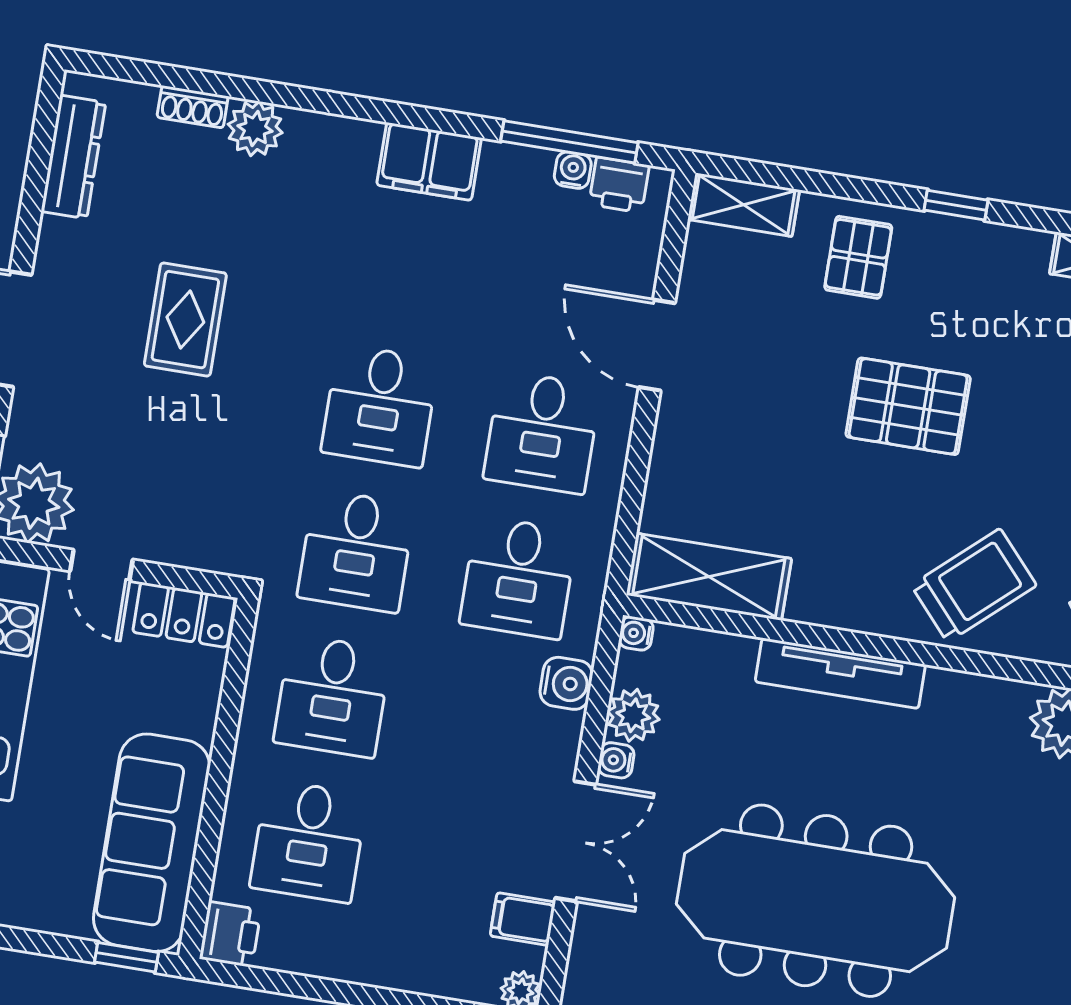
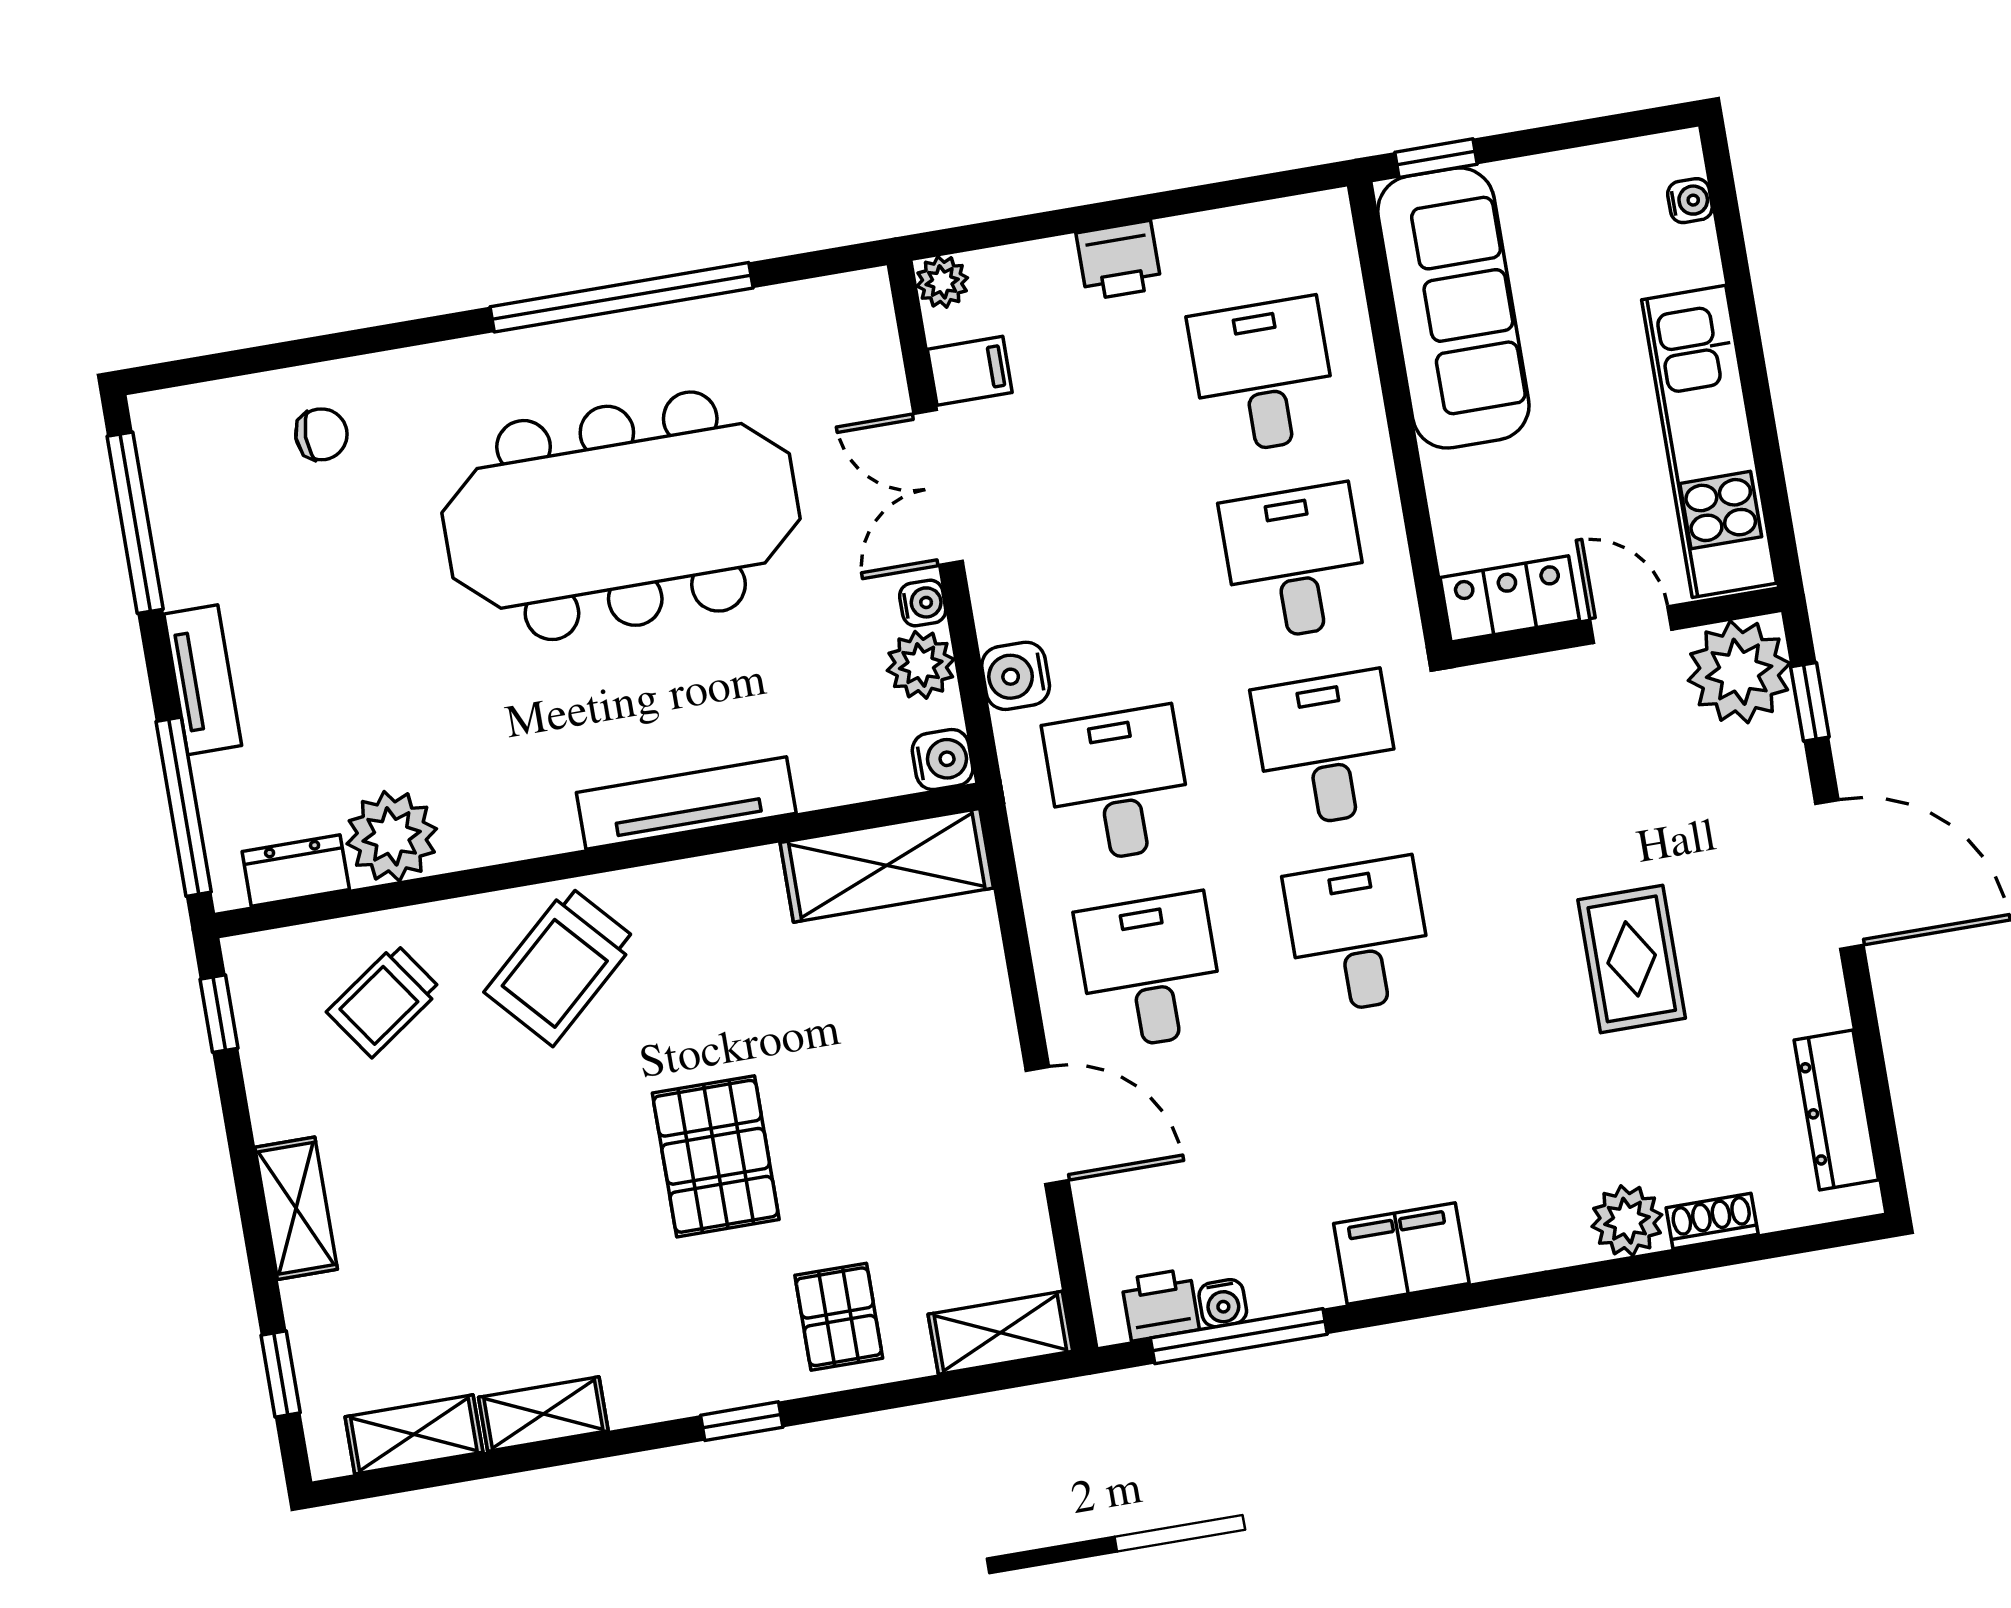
pallet: (908, 406) -> (716, 1156), turned 90
water cooler: (636, 633) -> (943, 760), width x1.38, depth x1.38
printer: (230, 934) -> (1119, 260), moved, turned -90

